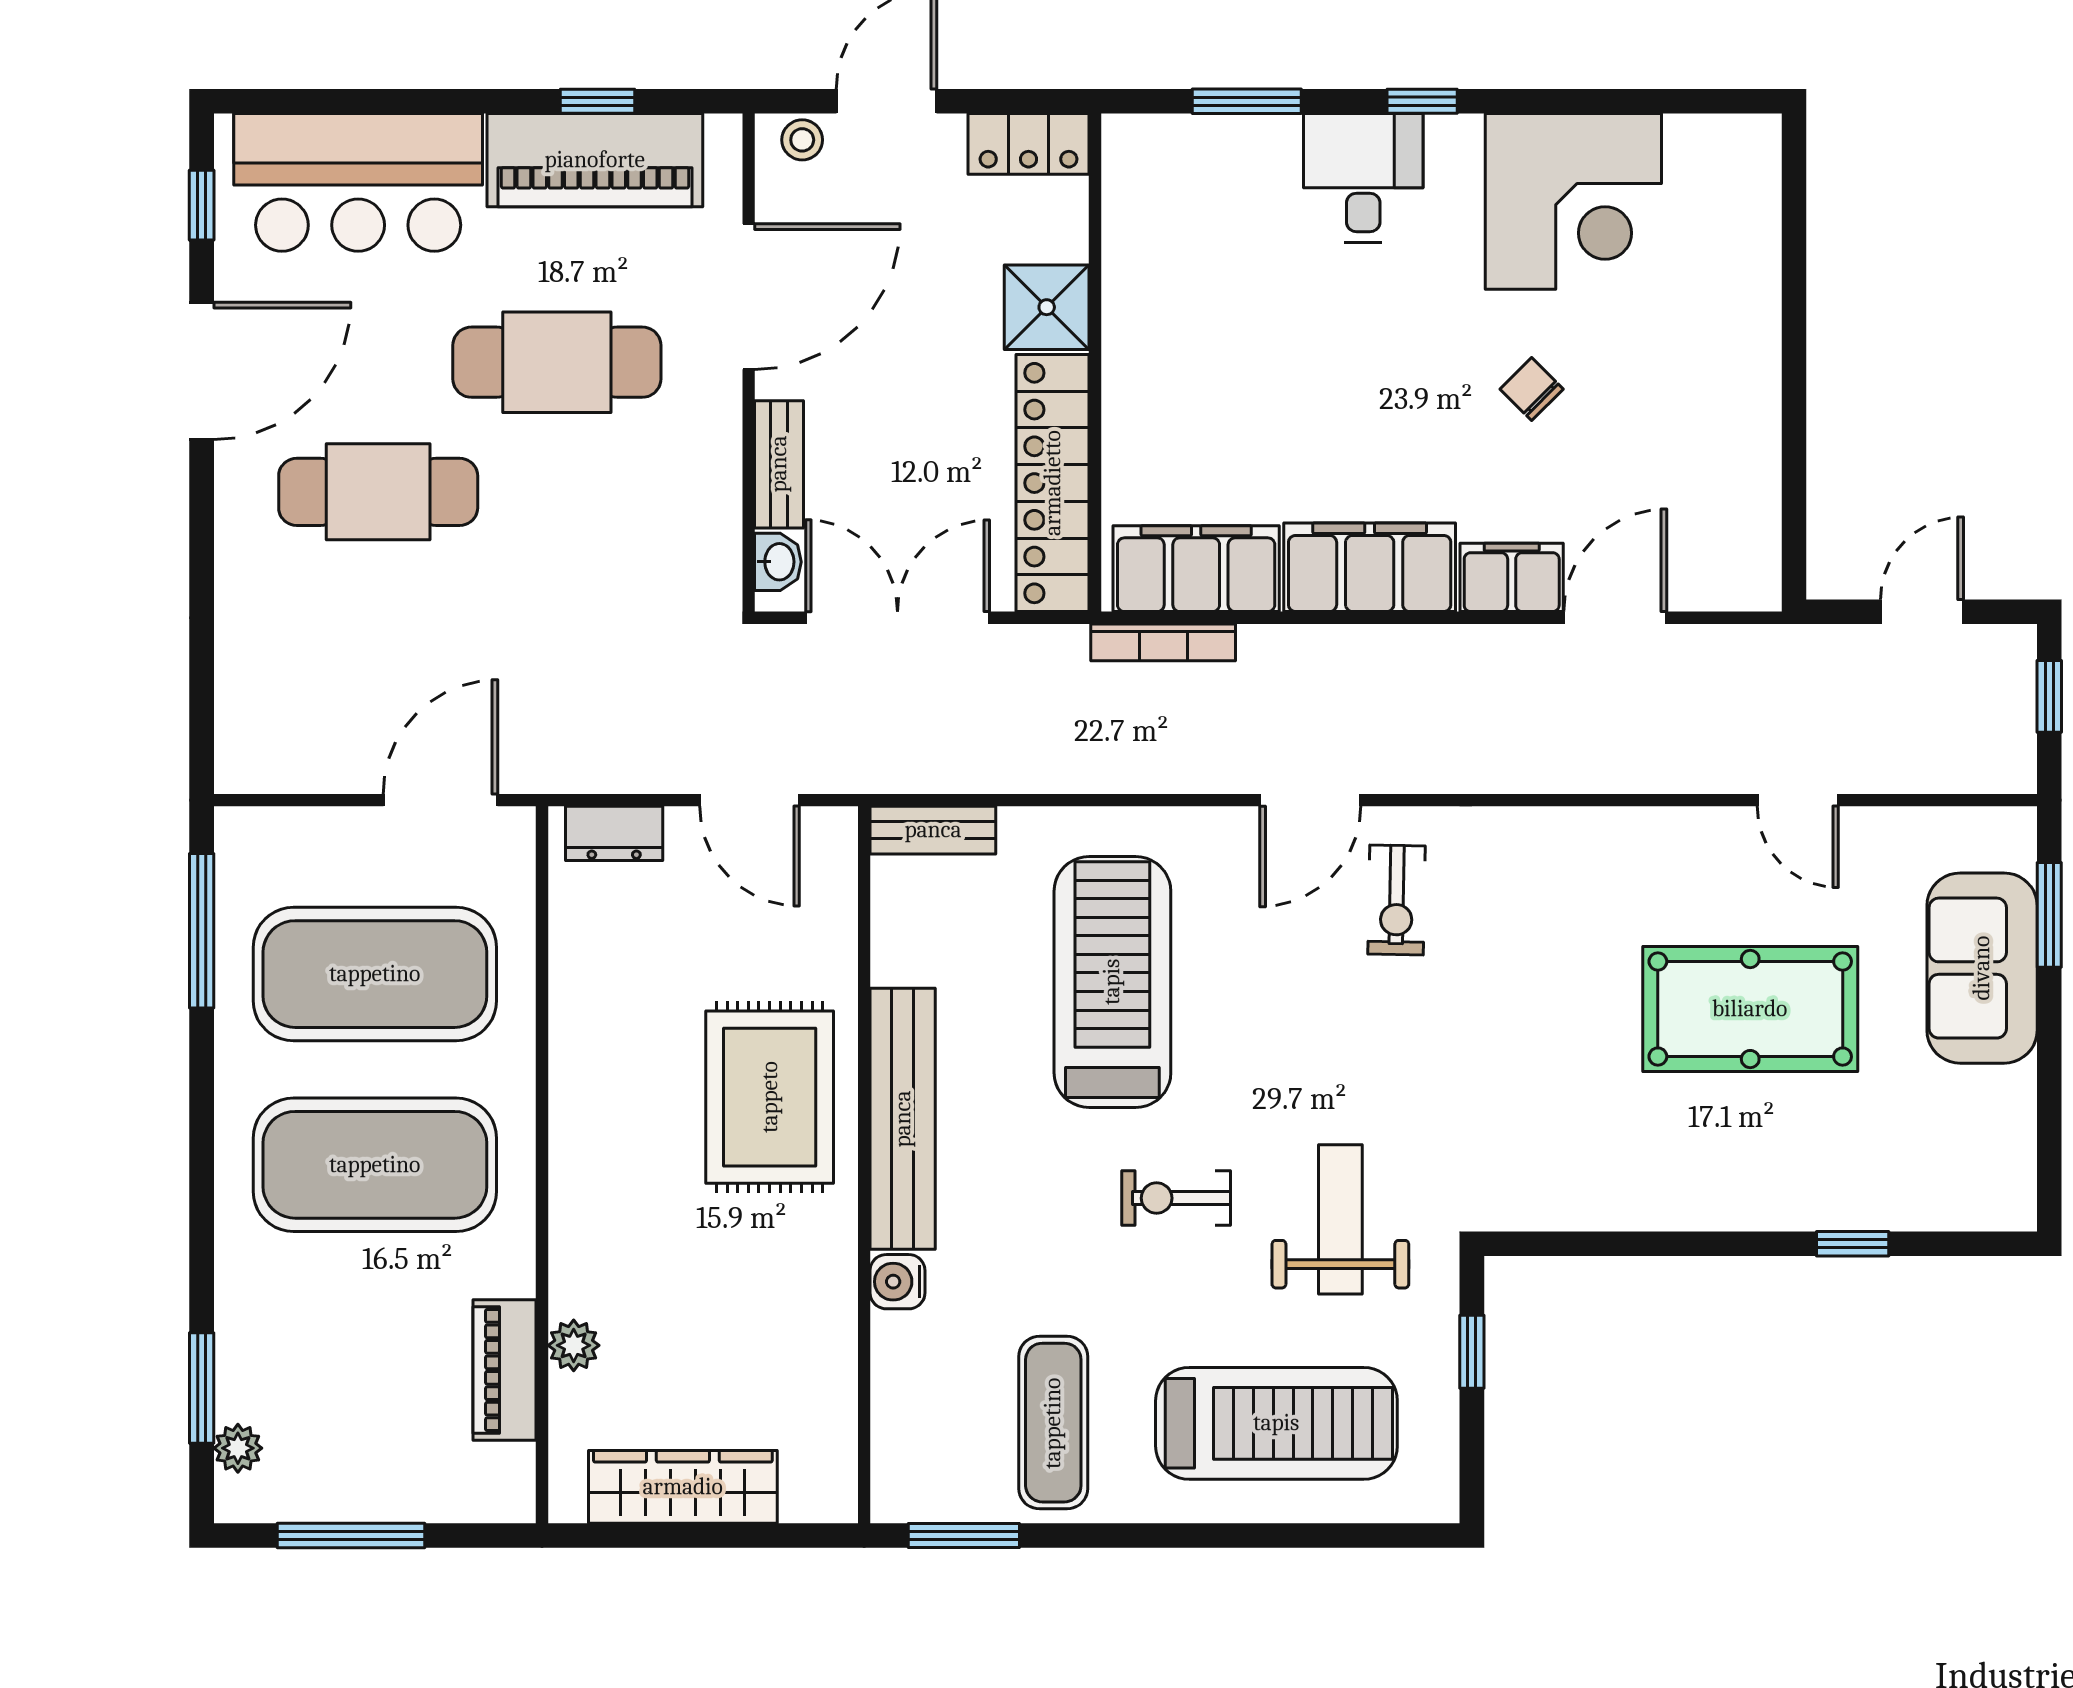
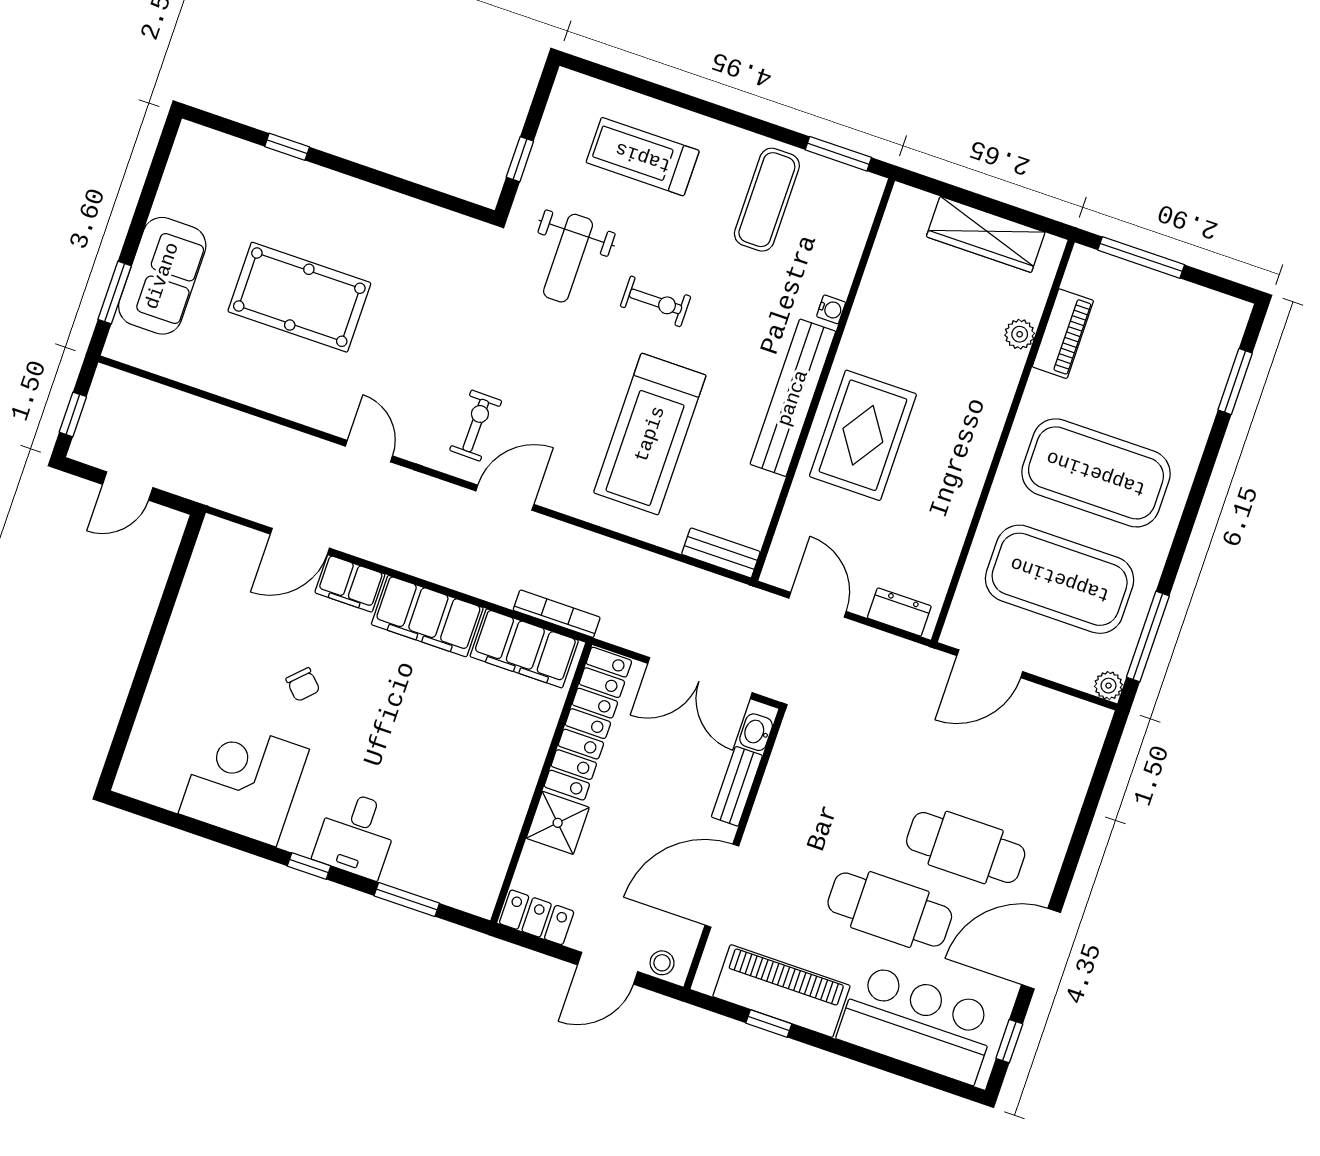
cafe table: (557, 362) -> (890, 910), moved
door: (1798, 800) -> (369, 451), moved
water cooler: (898, 1282) -> (831, 309), width x0.72, depth x0.72
treadmill: (1276, 1423) -> (643, 157), width x0.73, depth x0.73
plant: (238, 1448) -> (1108, 686), moved
window: (351, 1536) -> (1141, 257), moved

